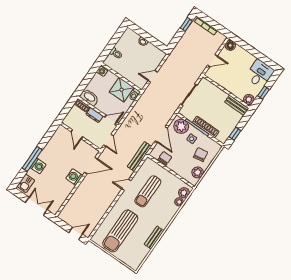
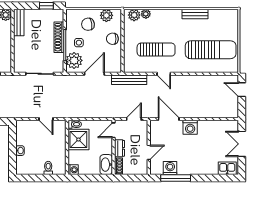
door: (111, 120) -> (114, 130), hinge flipped
chair: (165, 158) -> (112, 39), moved
window: (32, 159) -> (176, 178), moved
washing machine: (38, 166) -> (170, 168), moved

